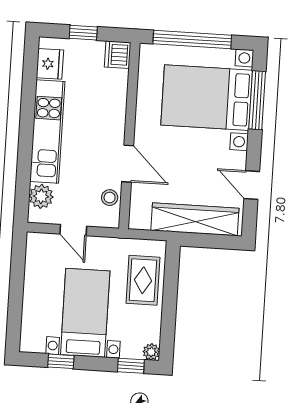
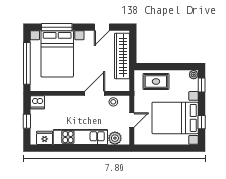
bed with nightstands: (85, 313) -> (175, 118), width x1.36

